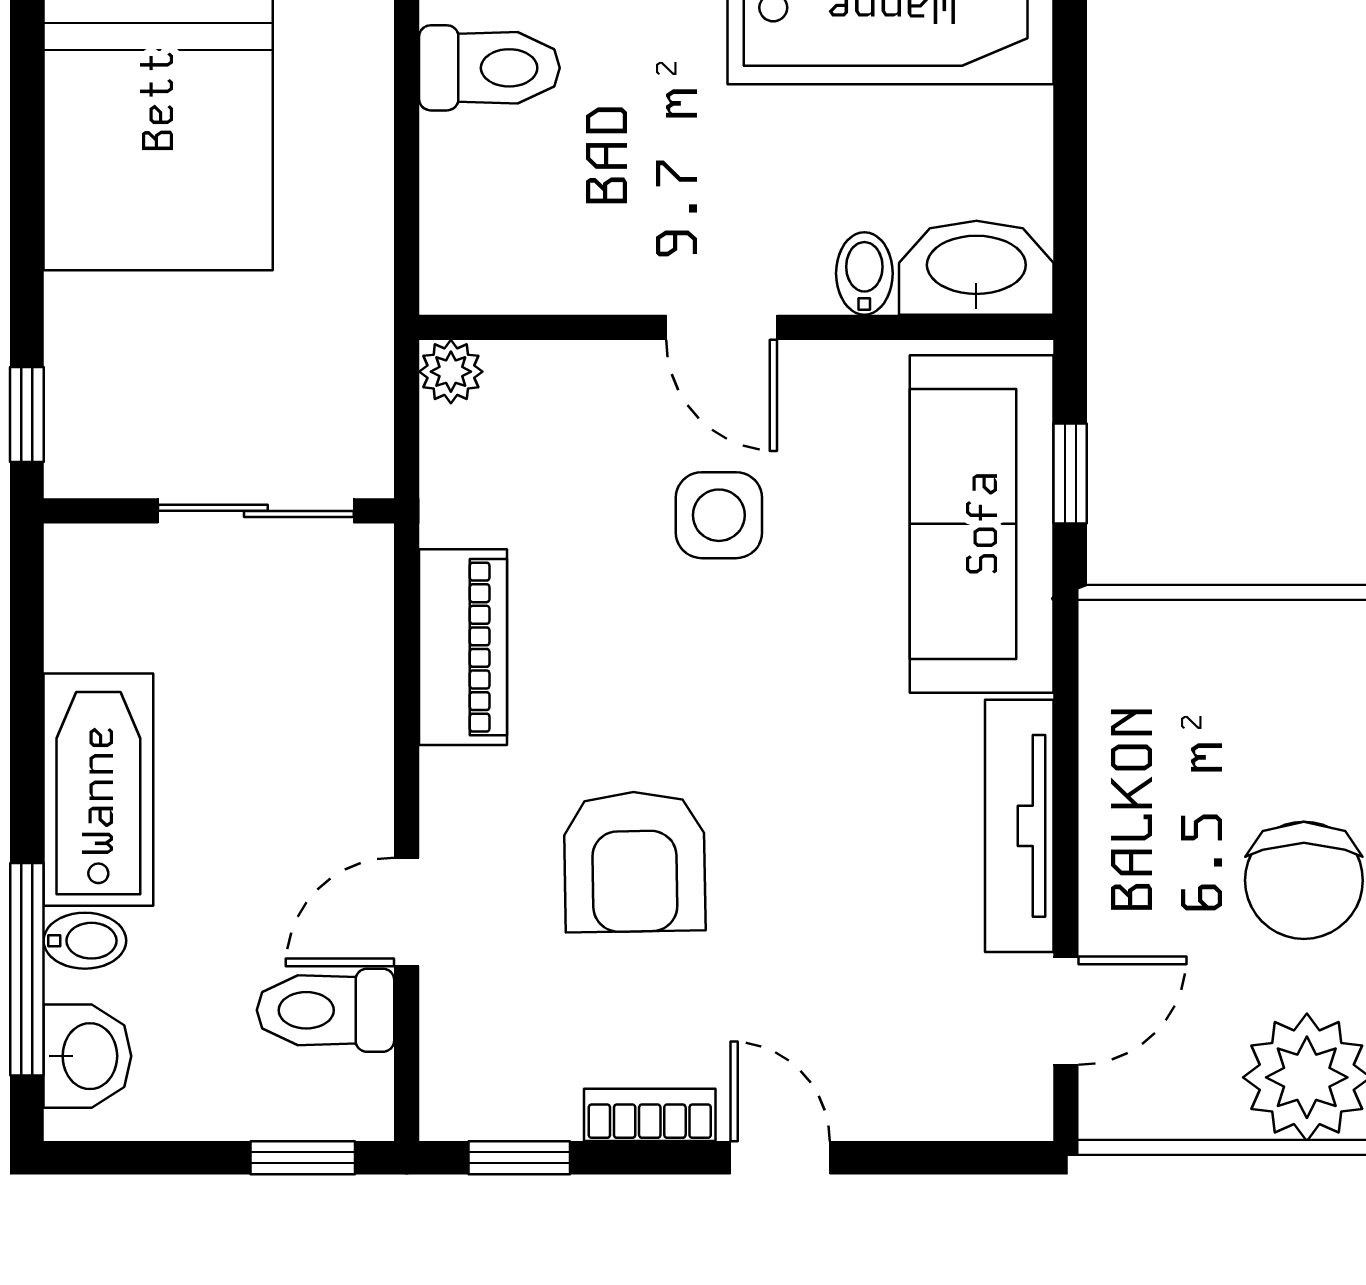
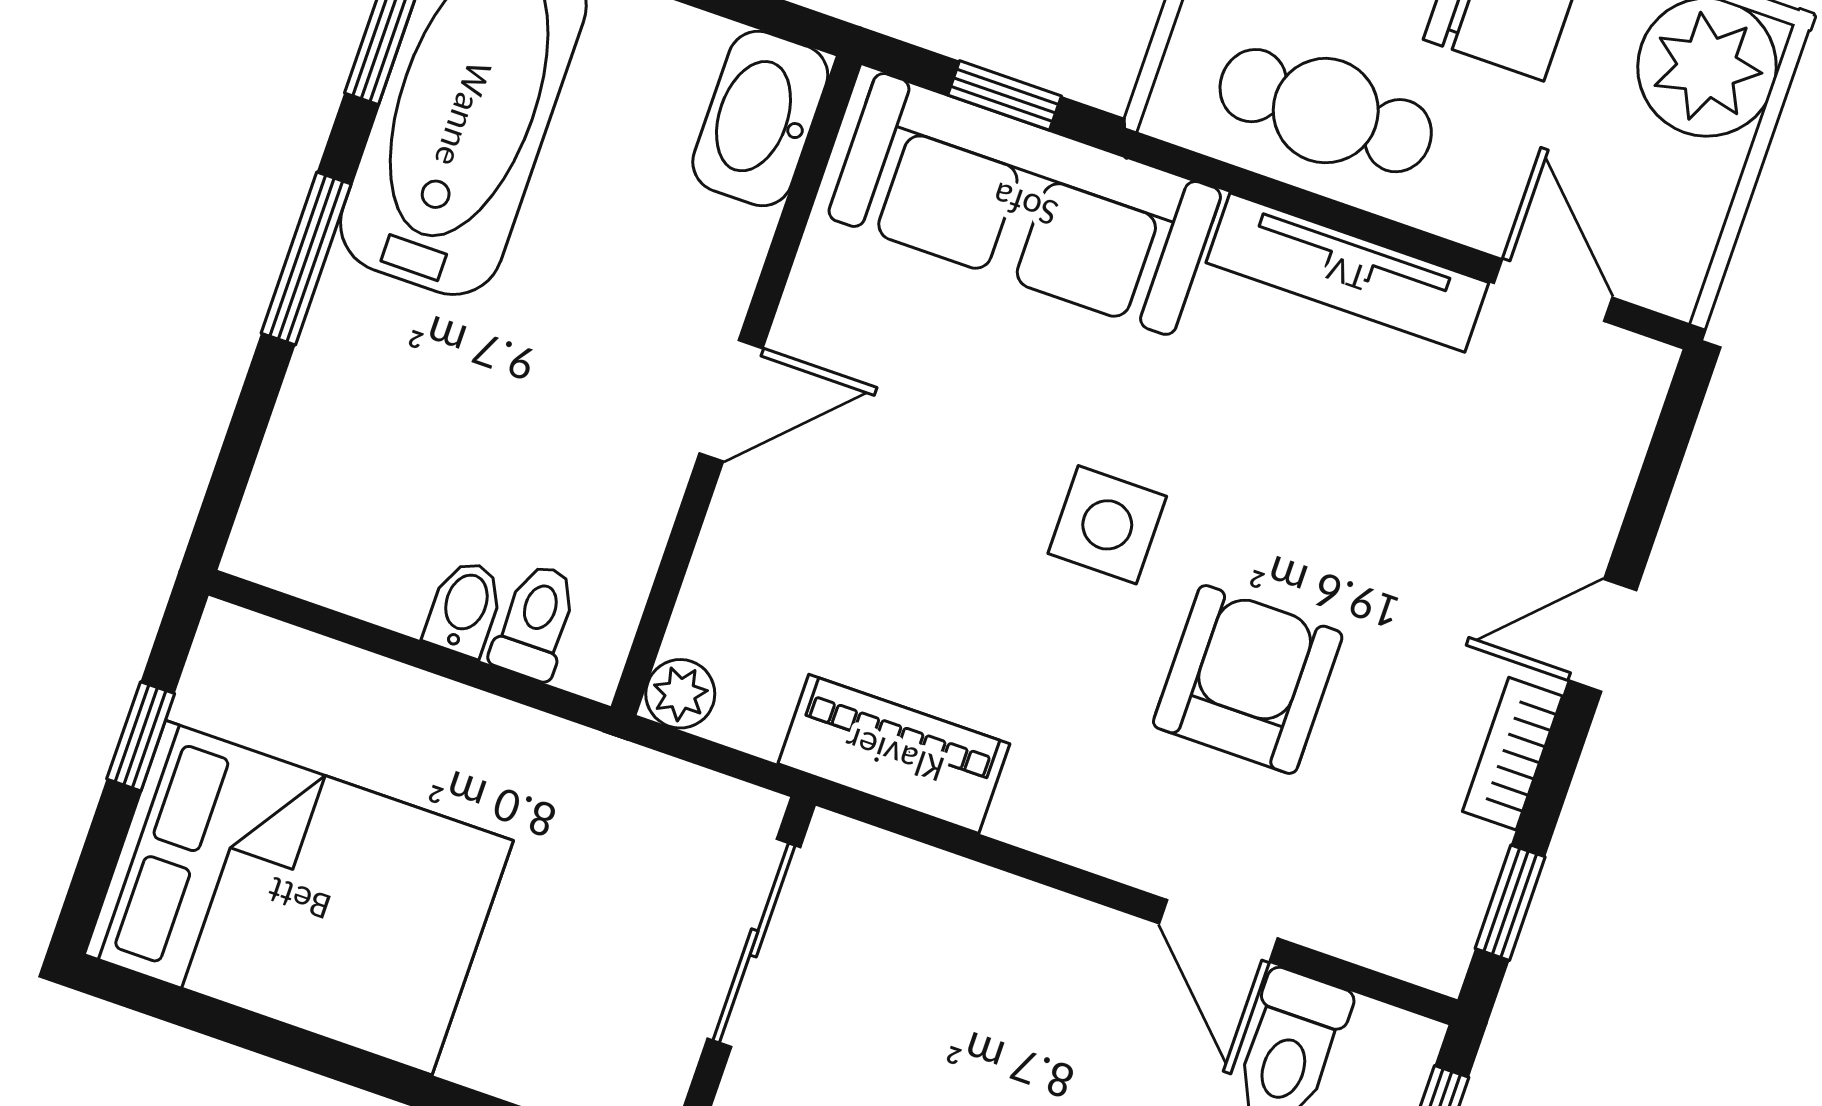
toilet: (489, 68) -> (535, 622), moved, width x0.73, depth x0.72
bidet: (864, 273) -> (464, 608), moved, turned 90
side table: (719, 515) -> (1107, 525), moved
piano: (463, 647) -> (894, 754), moved
cafe table: (1154, 758) -> (1326, 111), added
armchair: (635, 862) -> (1248, 679), turned -89

